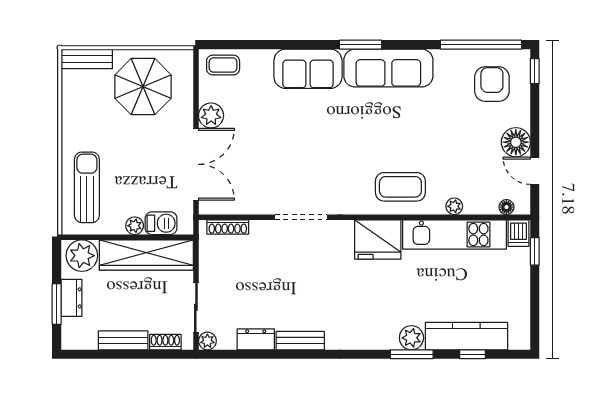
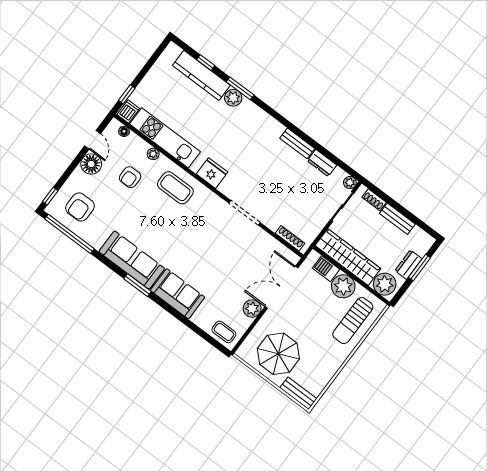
armchair: (461, 160) -> (130, 177), added
plant: (135, 226) -> (343, 286), width x1.88, depth x1.88
fridge: (378, 239) -> (212, 173), width x0.73, depth x0.75

